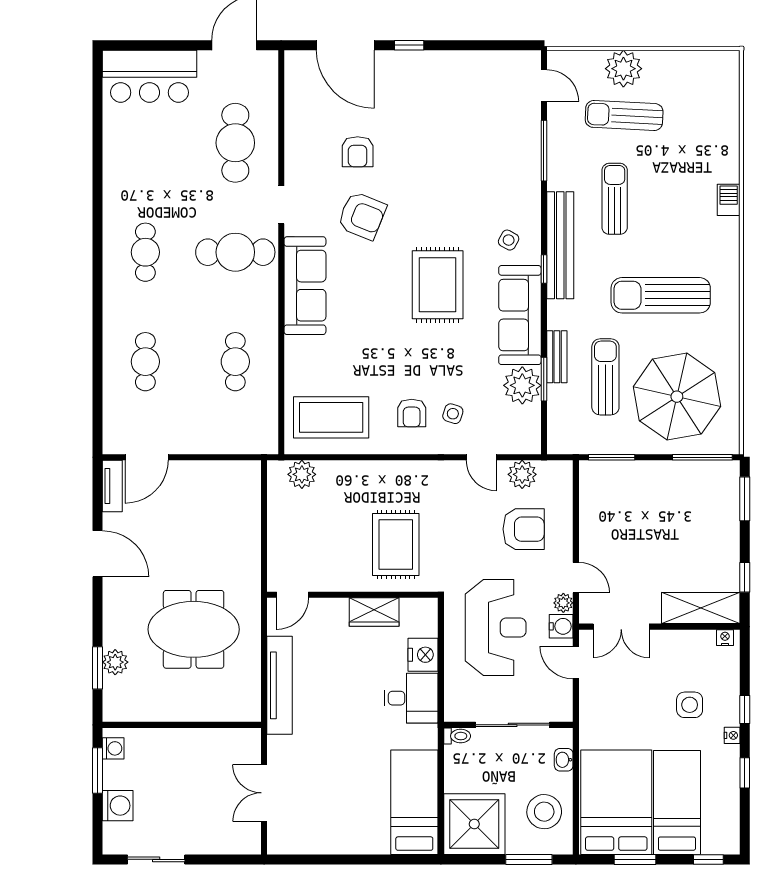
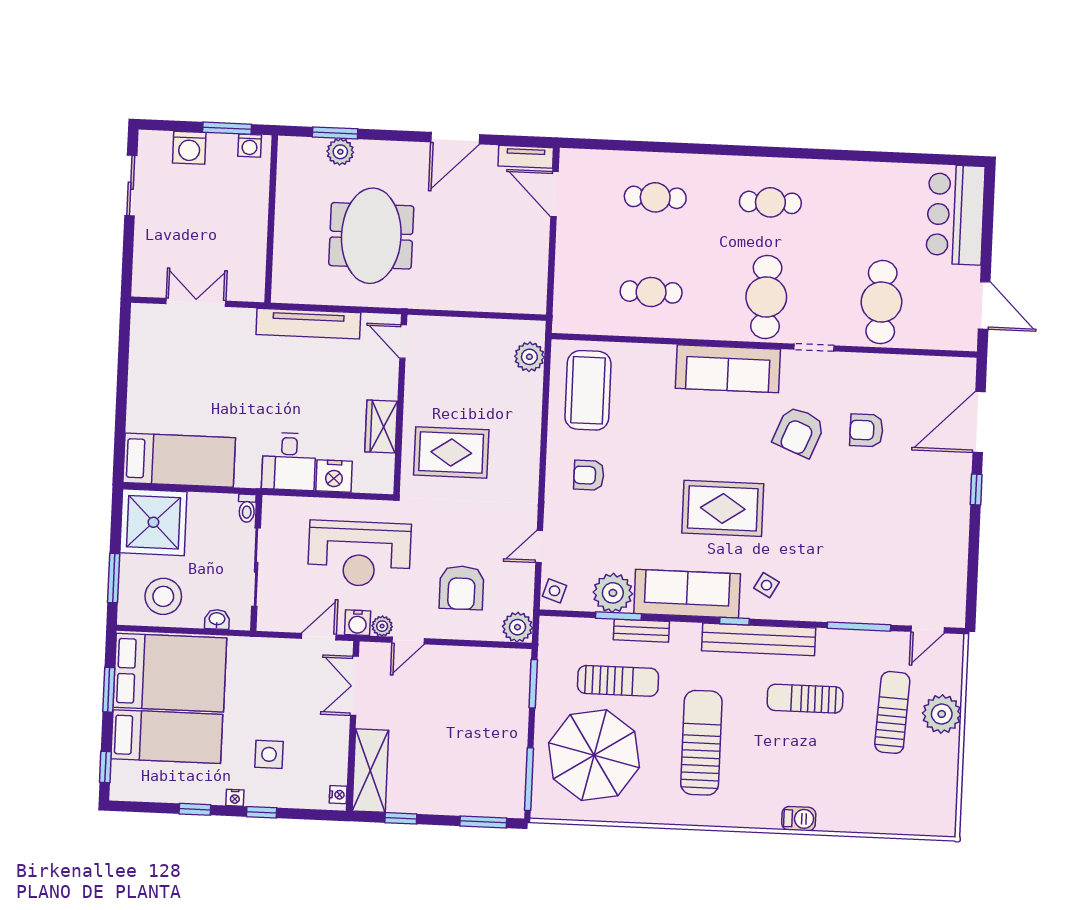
cafe table: (235, 143) -> (881, 302), turned 90
sun lounger: (615, 199) -> (805, 699), turned 180
side table: (453, 414) -> (555, 591), moved
plant: (522, 474) -> (517, 627), moved

